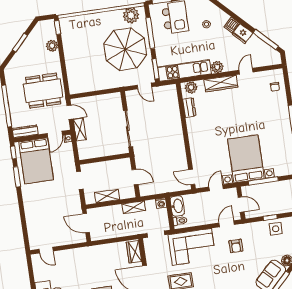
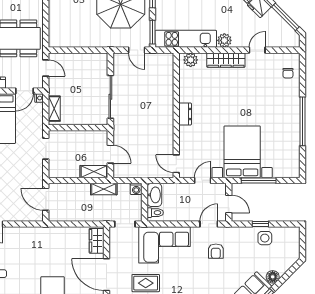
dresser: (189, 108) -> (185, 114), moved
shelving: (80, 129) -> (54, 109), moved
shelving: (107, 196) -> (94, 172), moved

